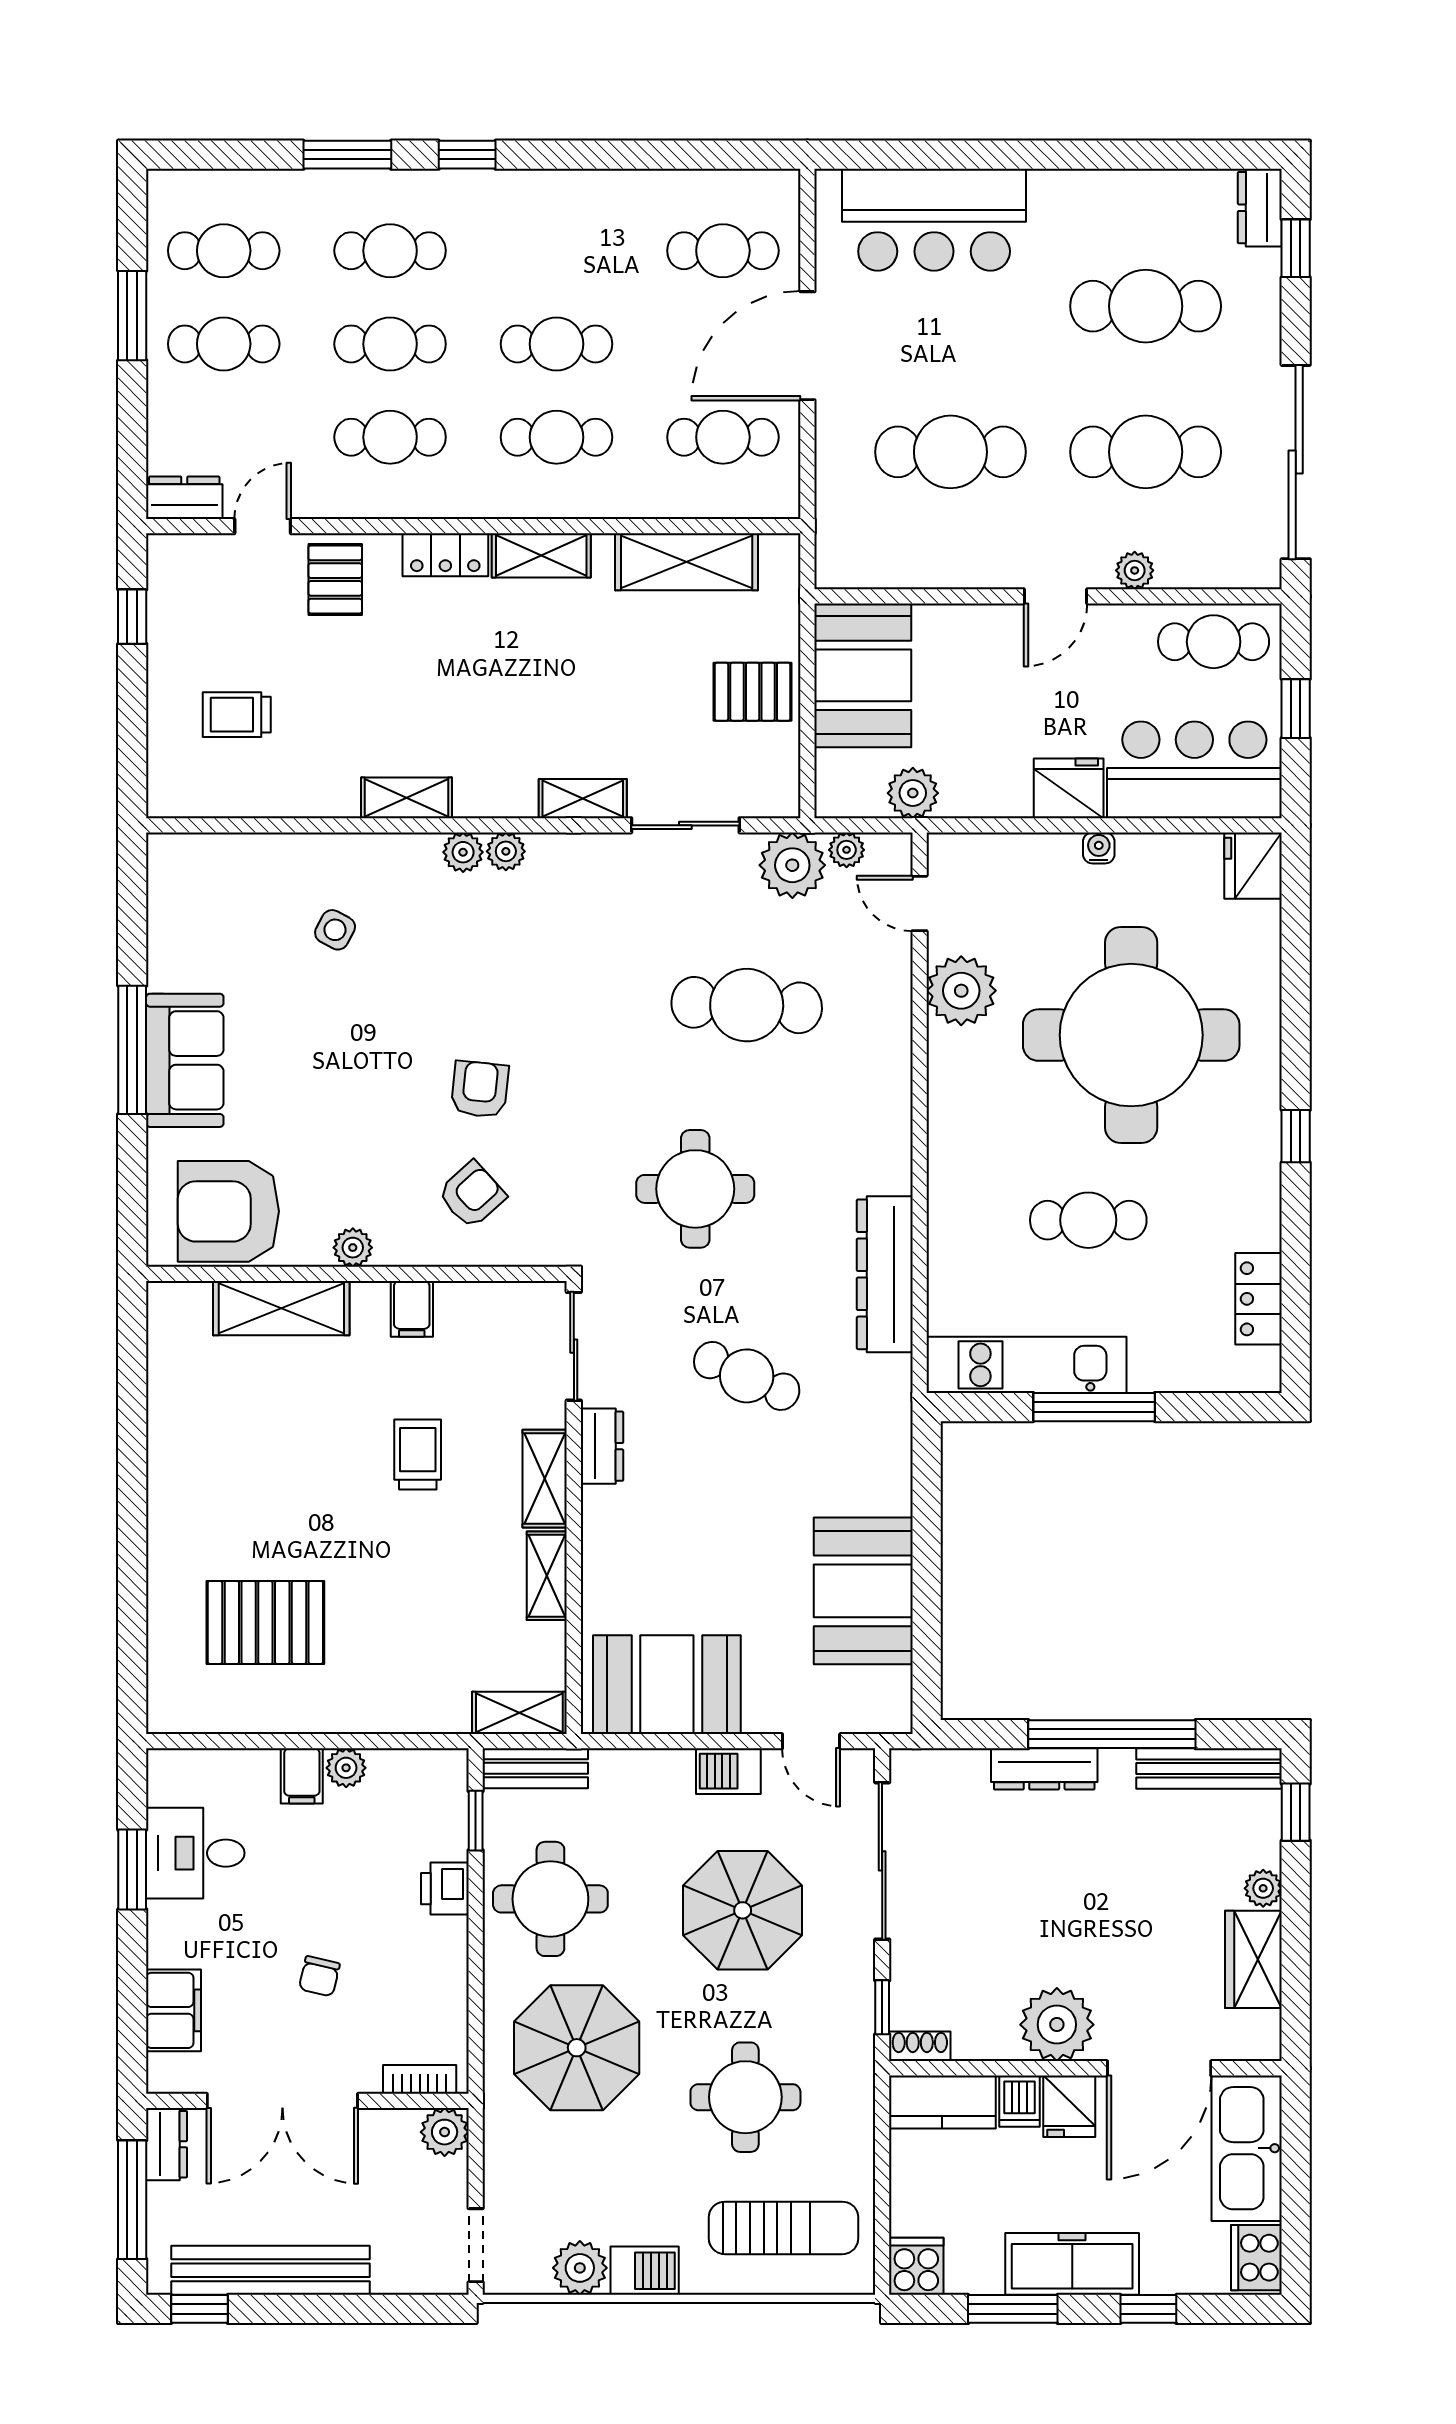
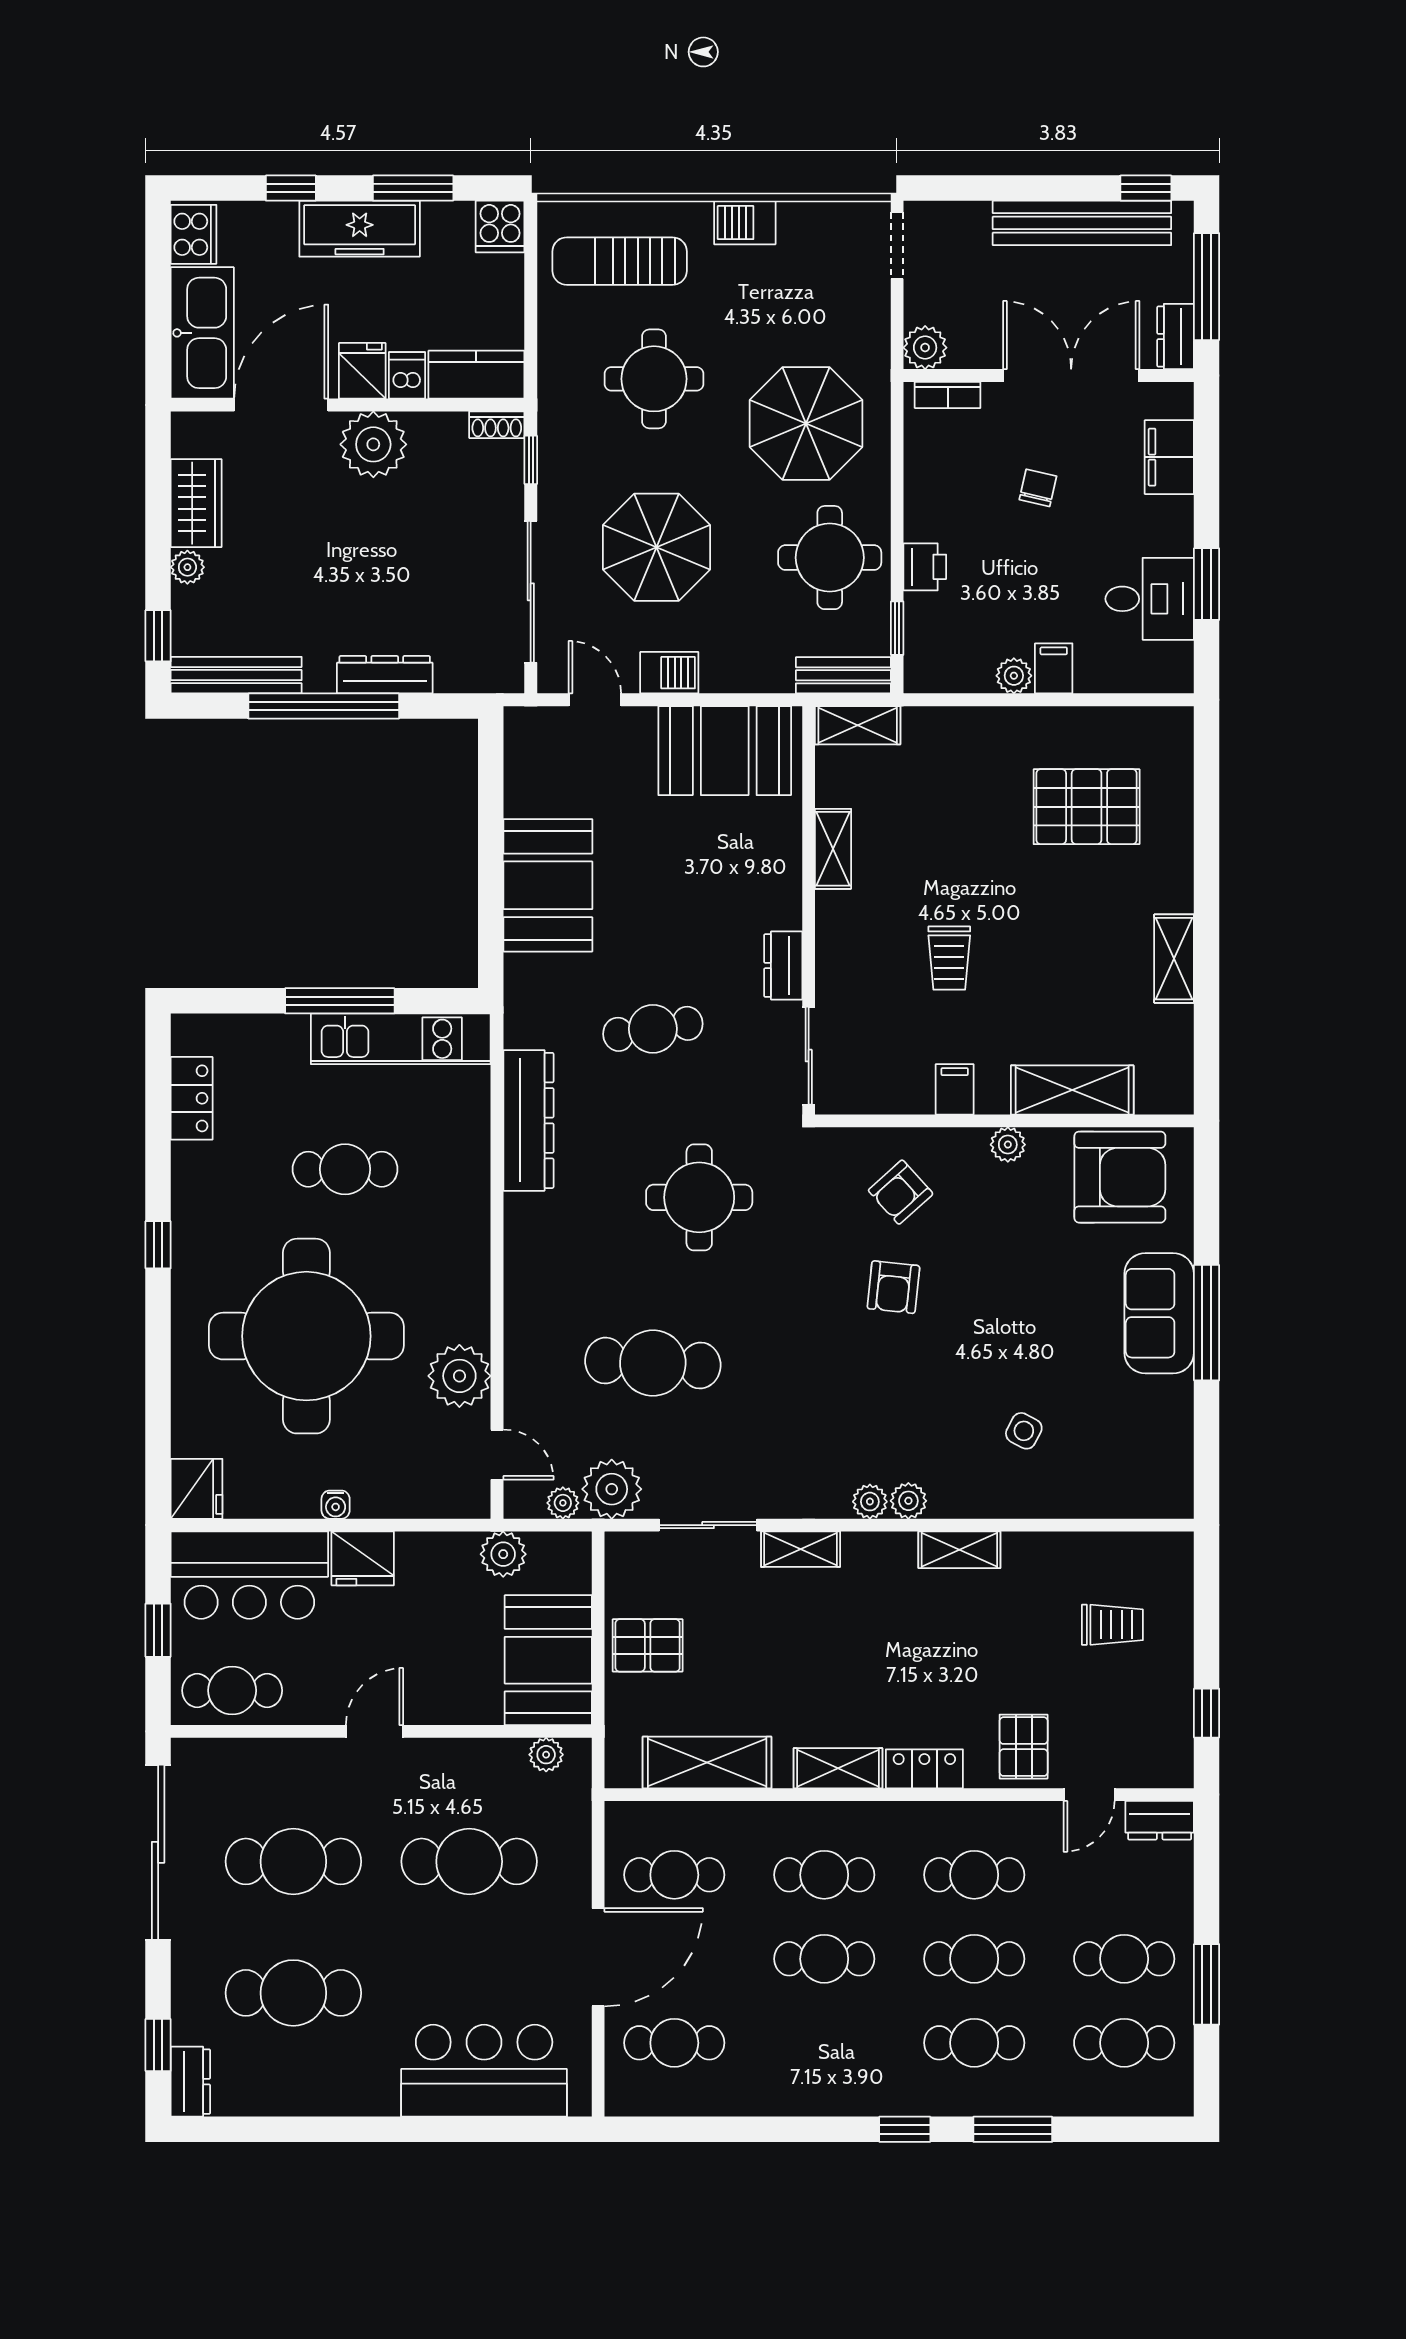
plant: (1135, 570) -> (546, 1755), moved
cafe table: (747, 1376) -> (653, 1029), turned -33
shelving: (545, 1479) -> (1174, 959), moved
booth: (863, 1591) -> (548, 885), moved
plant: (580, 2268) -> (803, 225), removed

